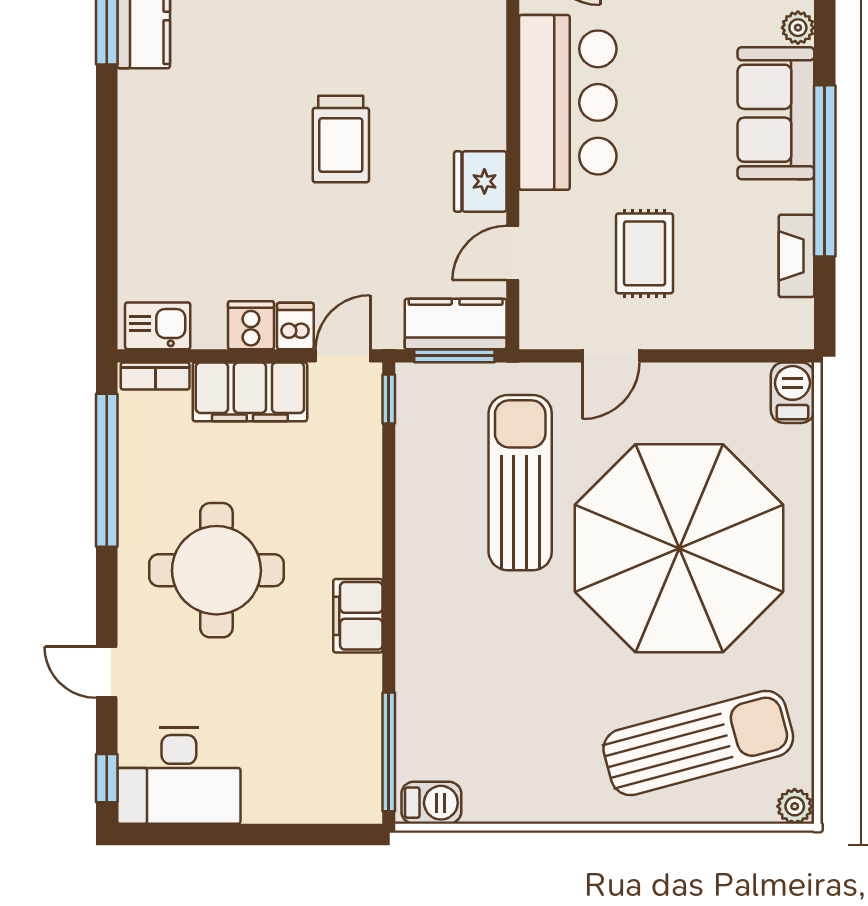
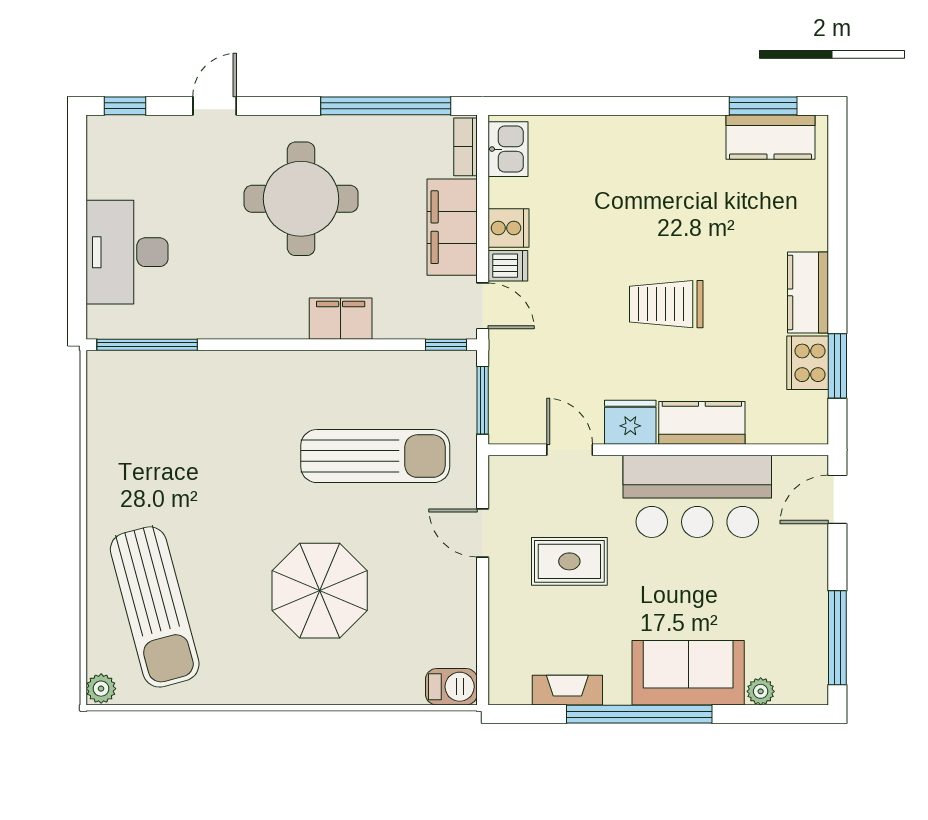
kitchen counter: (456, 324) -> (702, 423), moved, turned -90
parasol: (679, 548) -> (320, 591), width x0.54, depth x0.54
filing cabinet: (358, 616) -> (341, 319), moved
desk: (179, 776) -> (127, 252), moved
barbecue: (431, 803) -> (104, 381), removed

